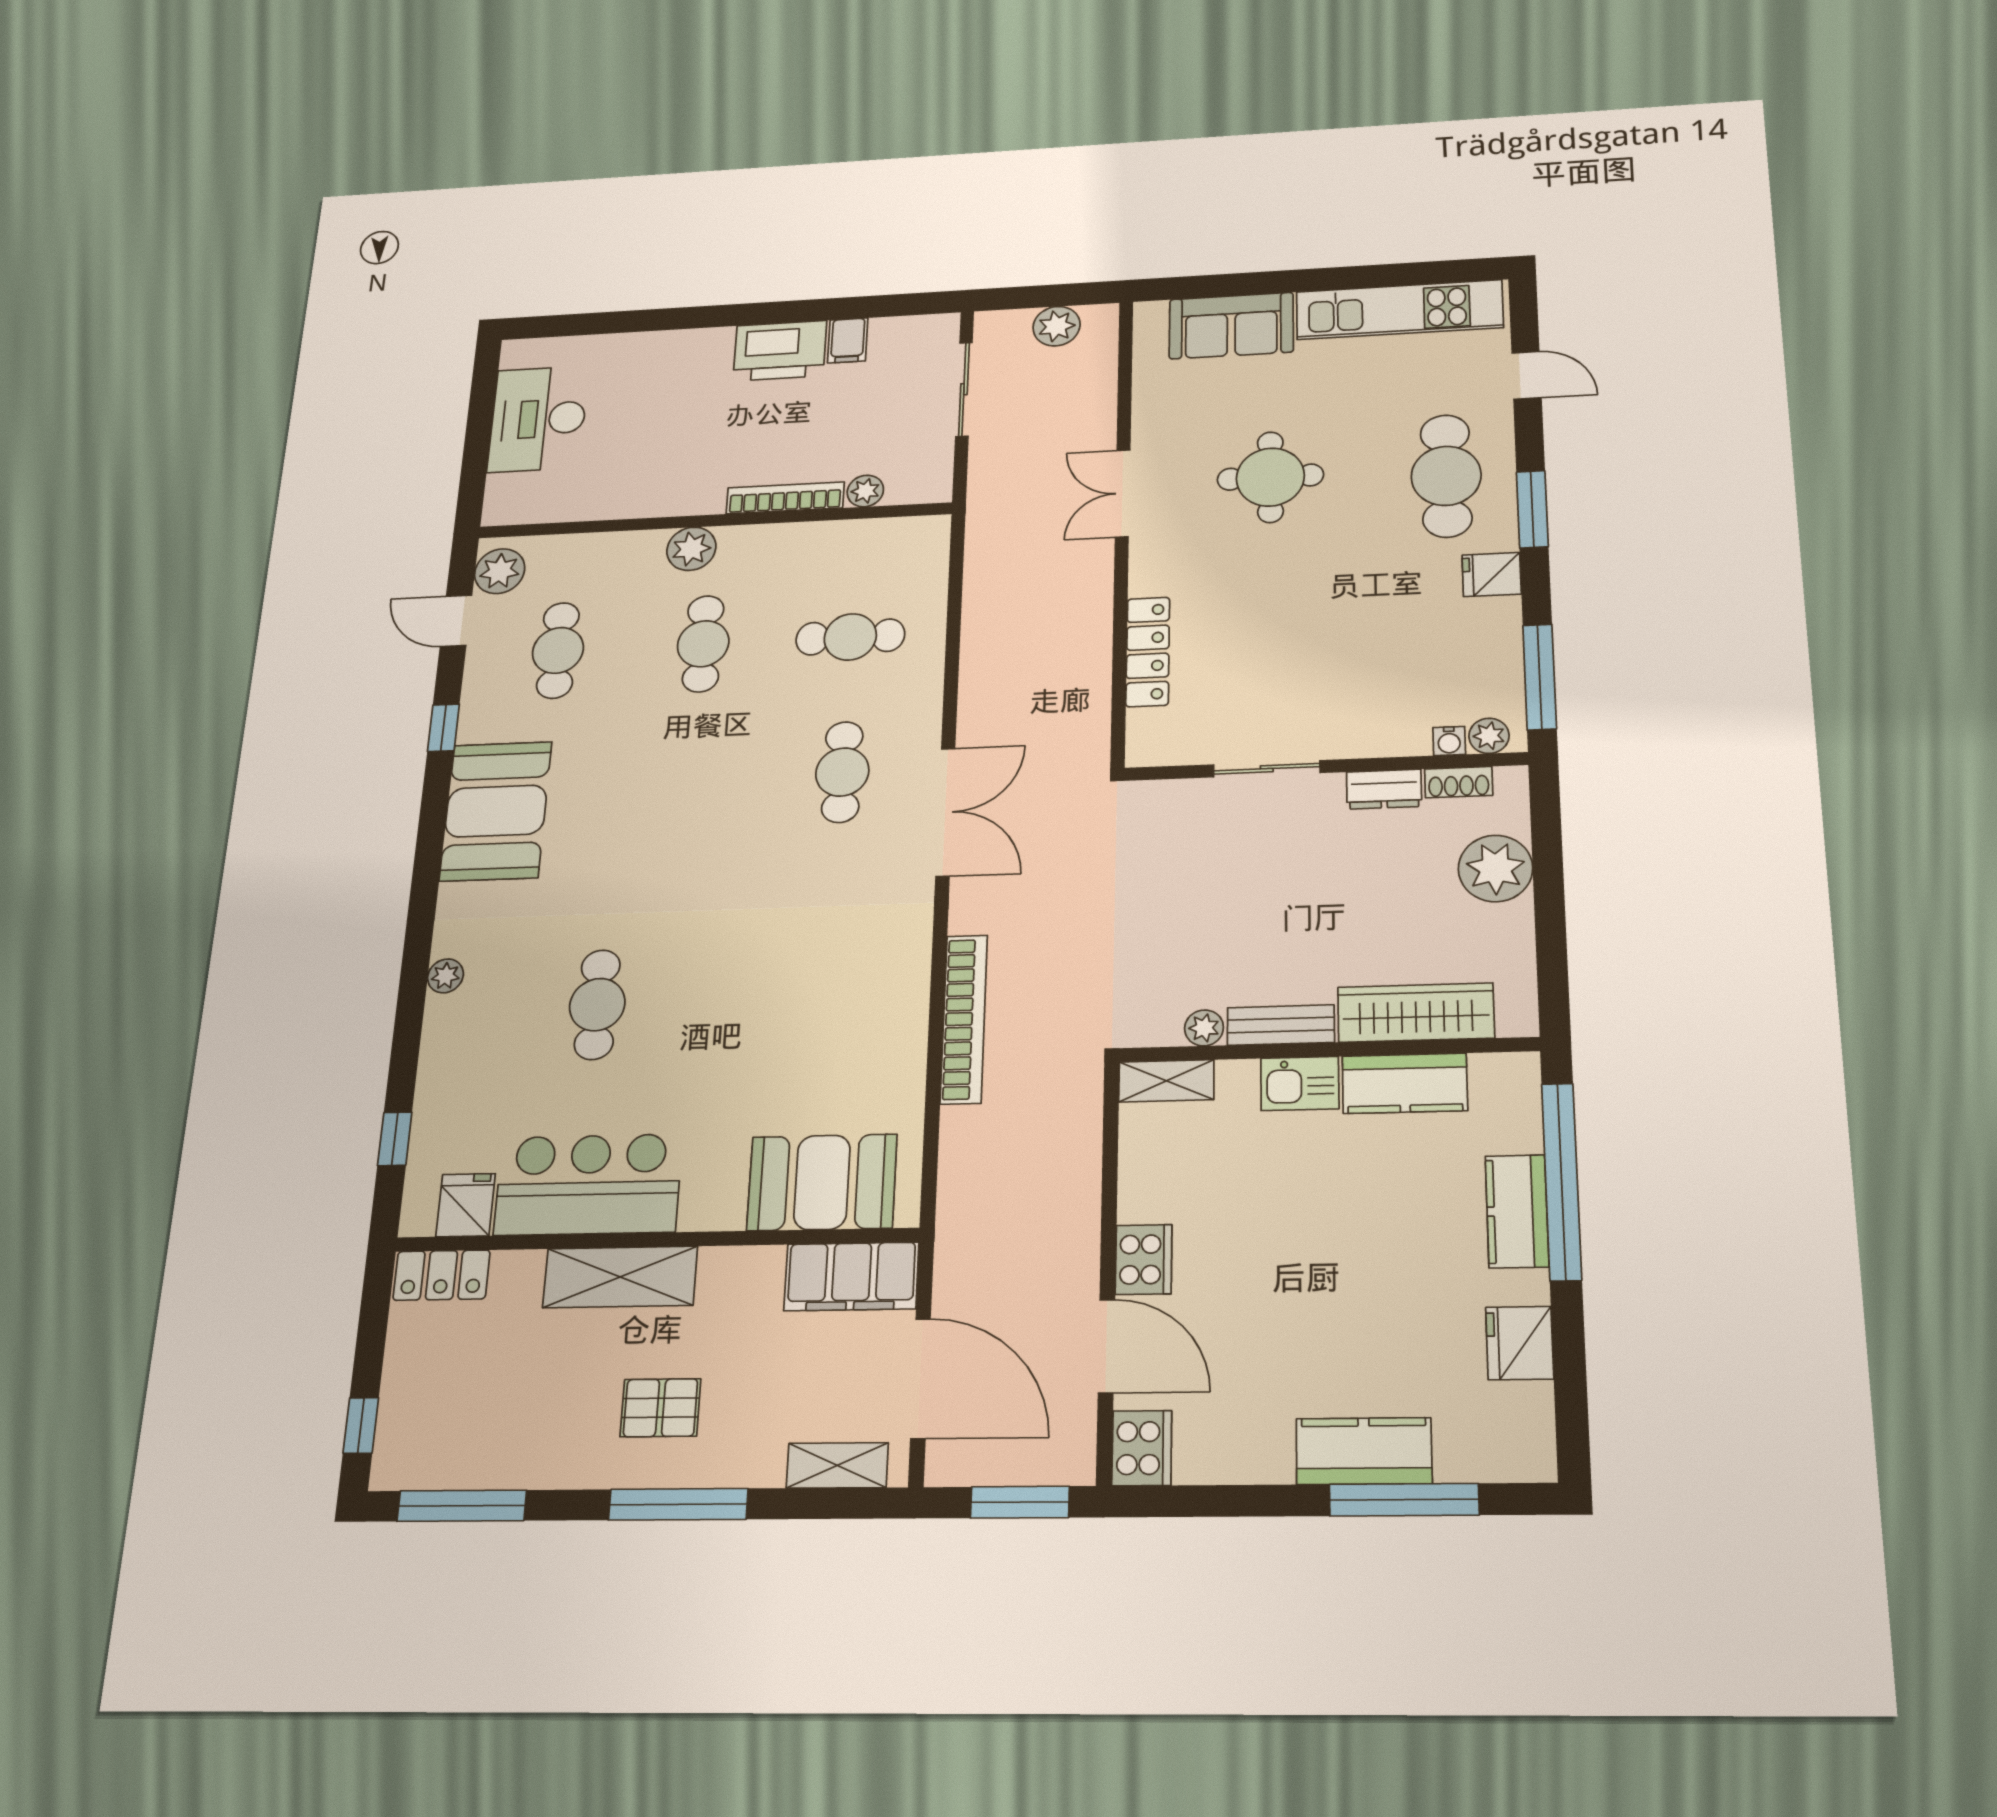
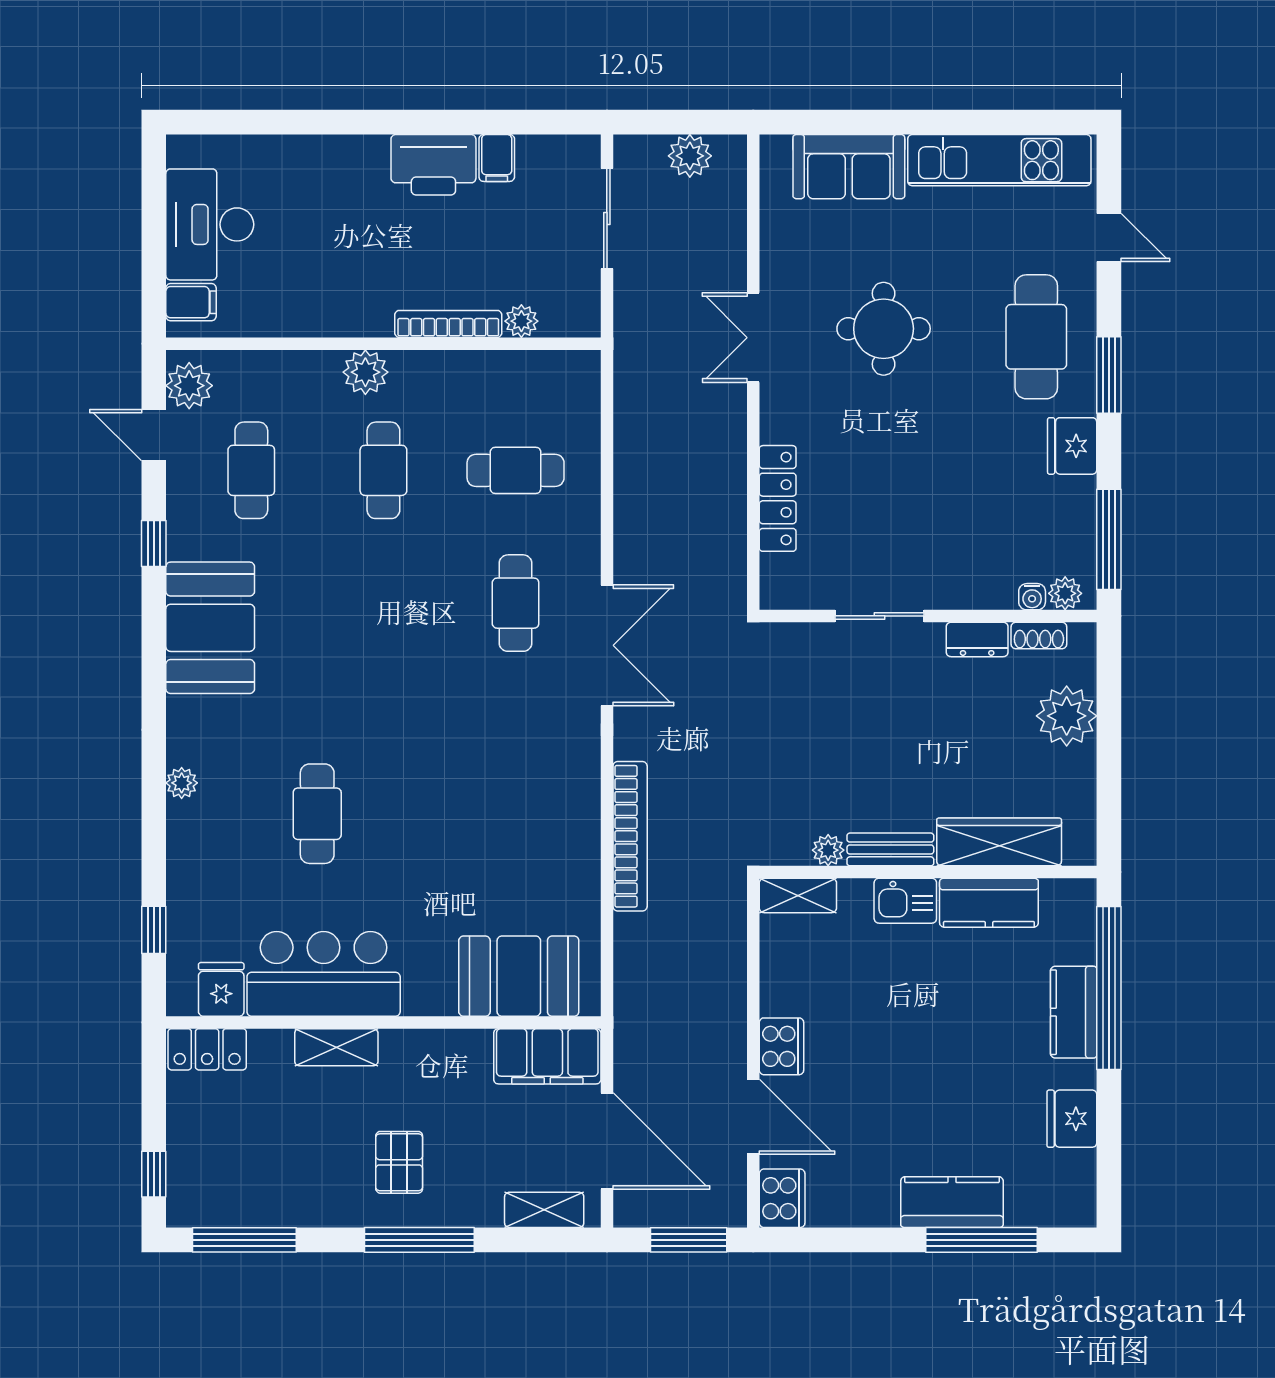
filing cabinet: (510, 492) -> (191, 302), added
fridge: (1492, 575) -> (1072, 446), width x1.38
shelving: (620, 1277) -> (336, 1047), width x0.67, depth x0.75
pallet: (660, 1408) -> (399, 1162), turned 90

